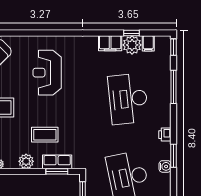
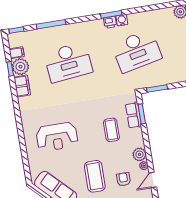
printer: (165, 135) -> (110, 22), moved
plant: (26, 161) -> (139, 154), moved

